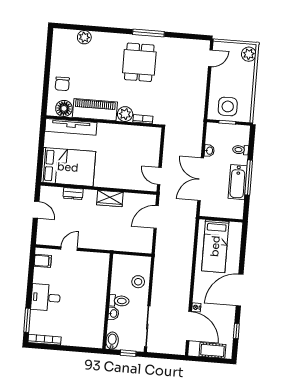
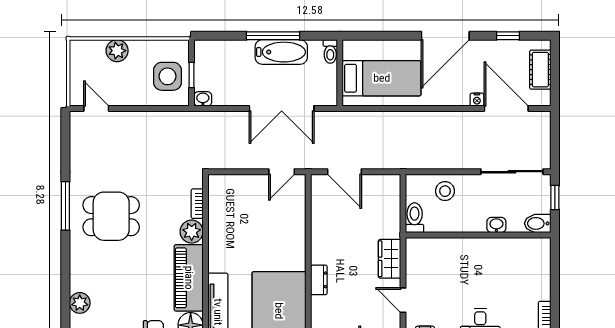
plant: (249, 54) -> (117, 51), moved
toilet: (241, 150) -> (330, 51), moved
washbasin: (209, 151) -> (203, 99), moved
dresser: (73, 194) -> (319, 280), moved
wardrobe: (110, 198) -> (390, 259), moved, turned 180
door: (240, 290) -> (445, 36), hinge flipped
toilet: (119, 301) -> (415, 218), moved
door: (189, 326) -> (506, 108), hinge flipped

